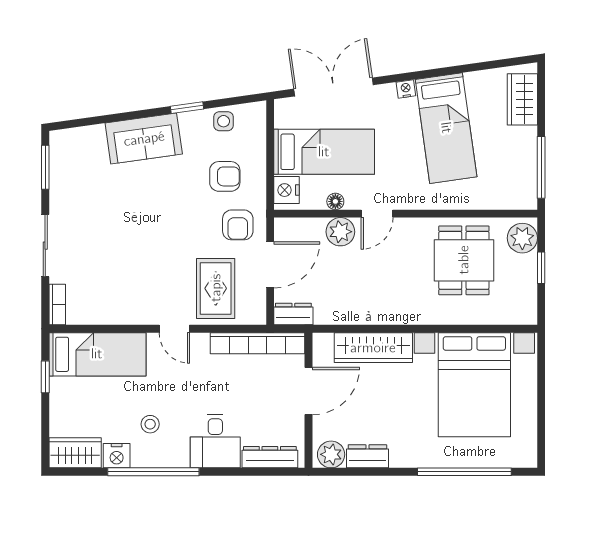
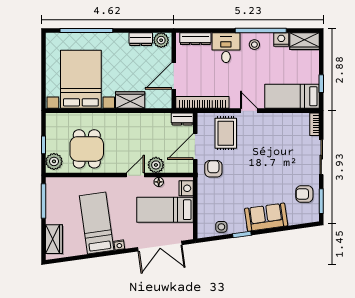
armchair: (225, 176) -> (304, 194), moved
wardrobe: (373, 348) -> (130, 100), width x0.67
stool: (150, 424) -> (254, 45), moved

